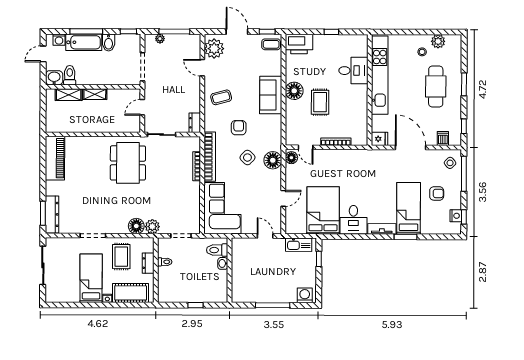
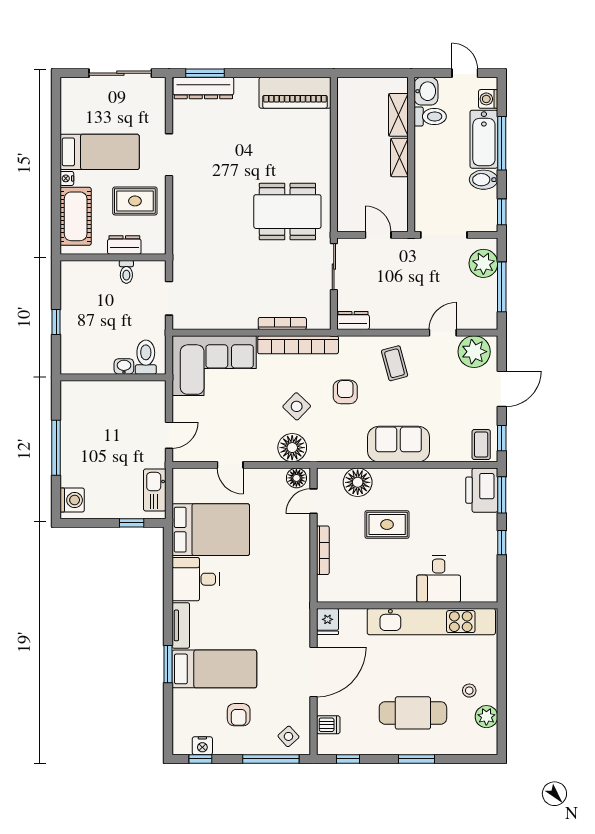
window: (302, 32) -> (502, 495), added
plant: (160, 39) -> (483, 263), width x1.88, depth x1.88
floor lamp: (294, 91) -> (358, 482), moved
armchair: (239, 128) -> (345, 392), turned -90
floor lamp: (136, 226) -> (185, 225), removed
plant: (152, 227) -> (184, 252), removed

